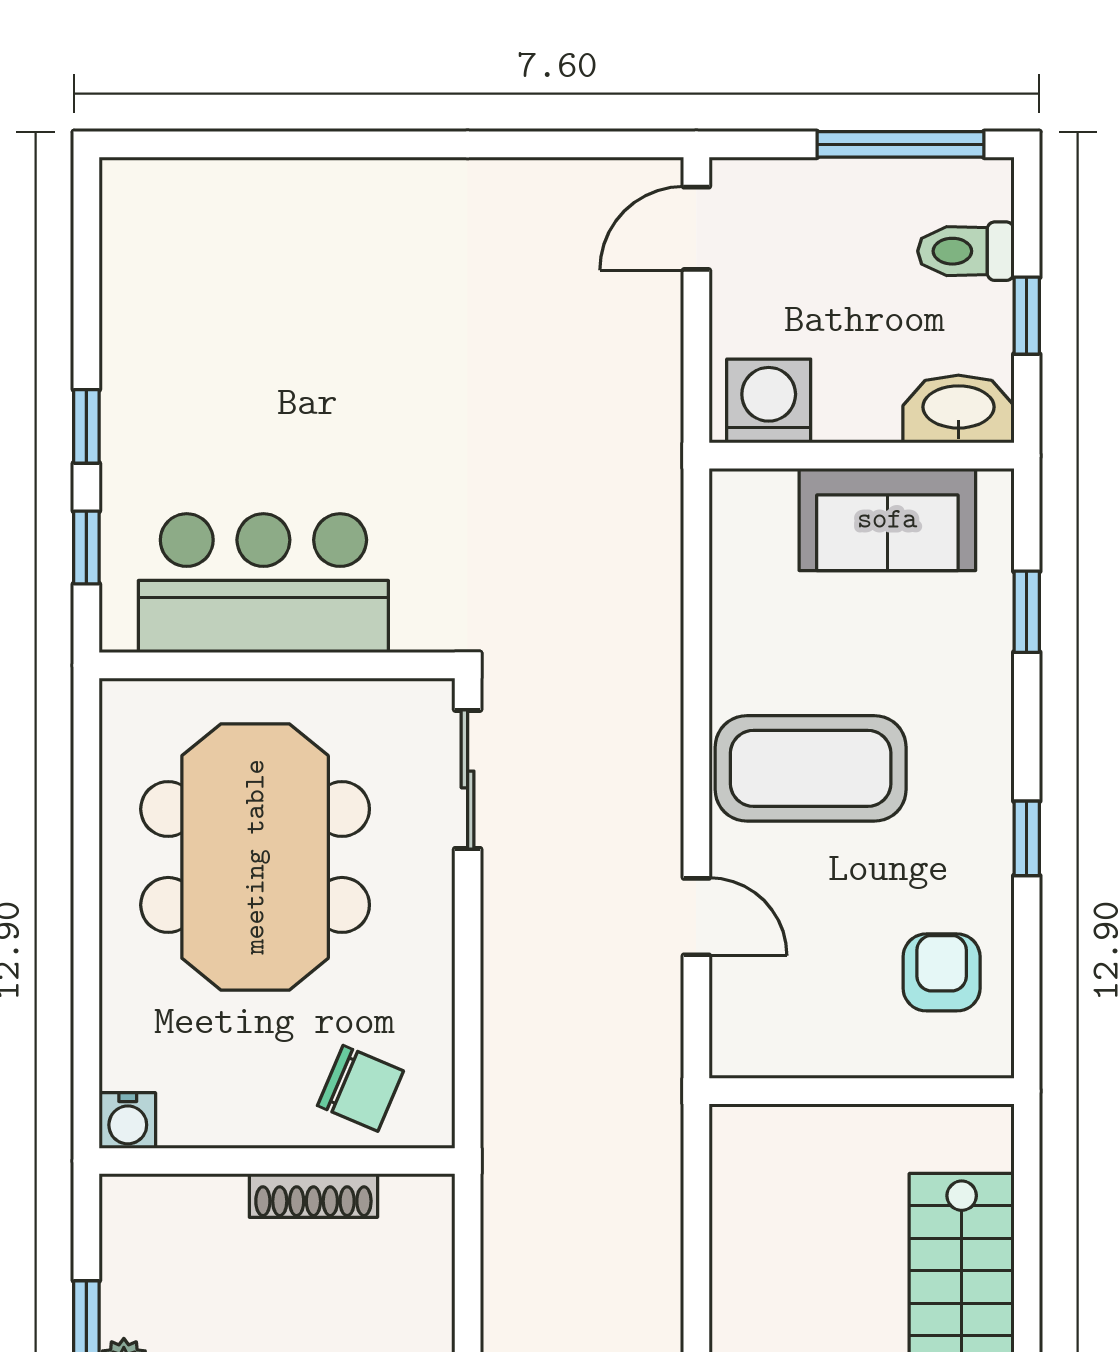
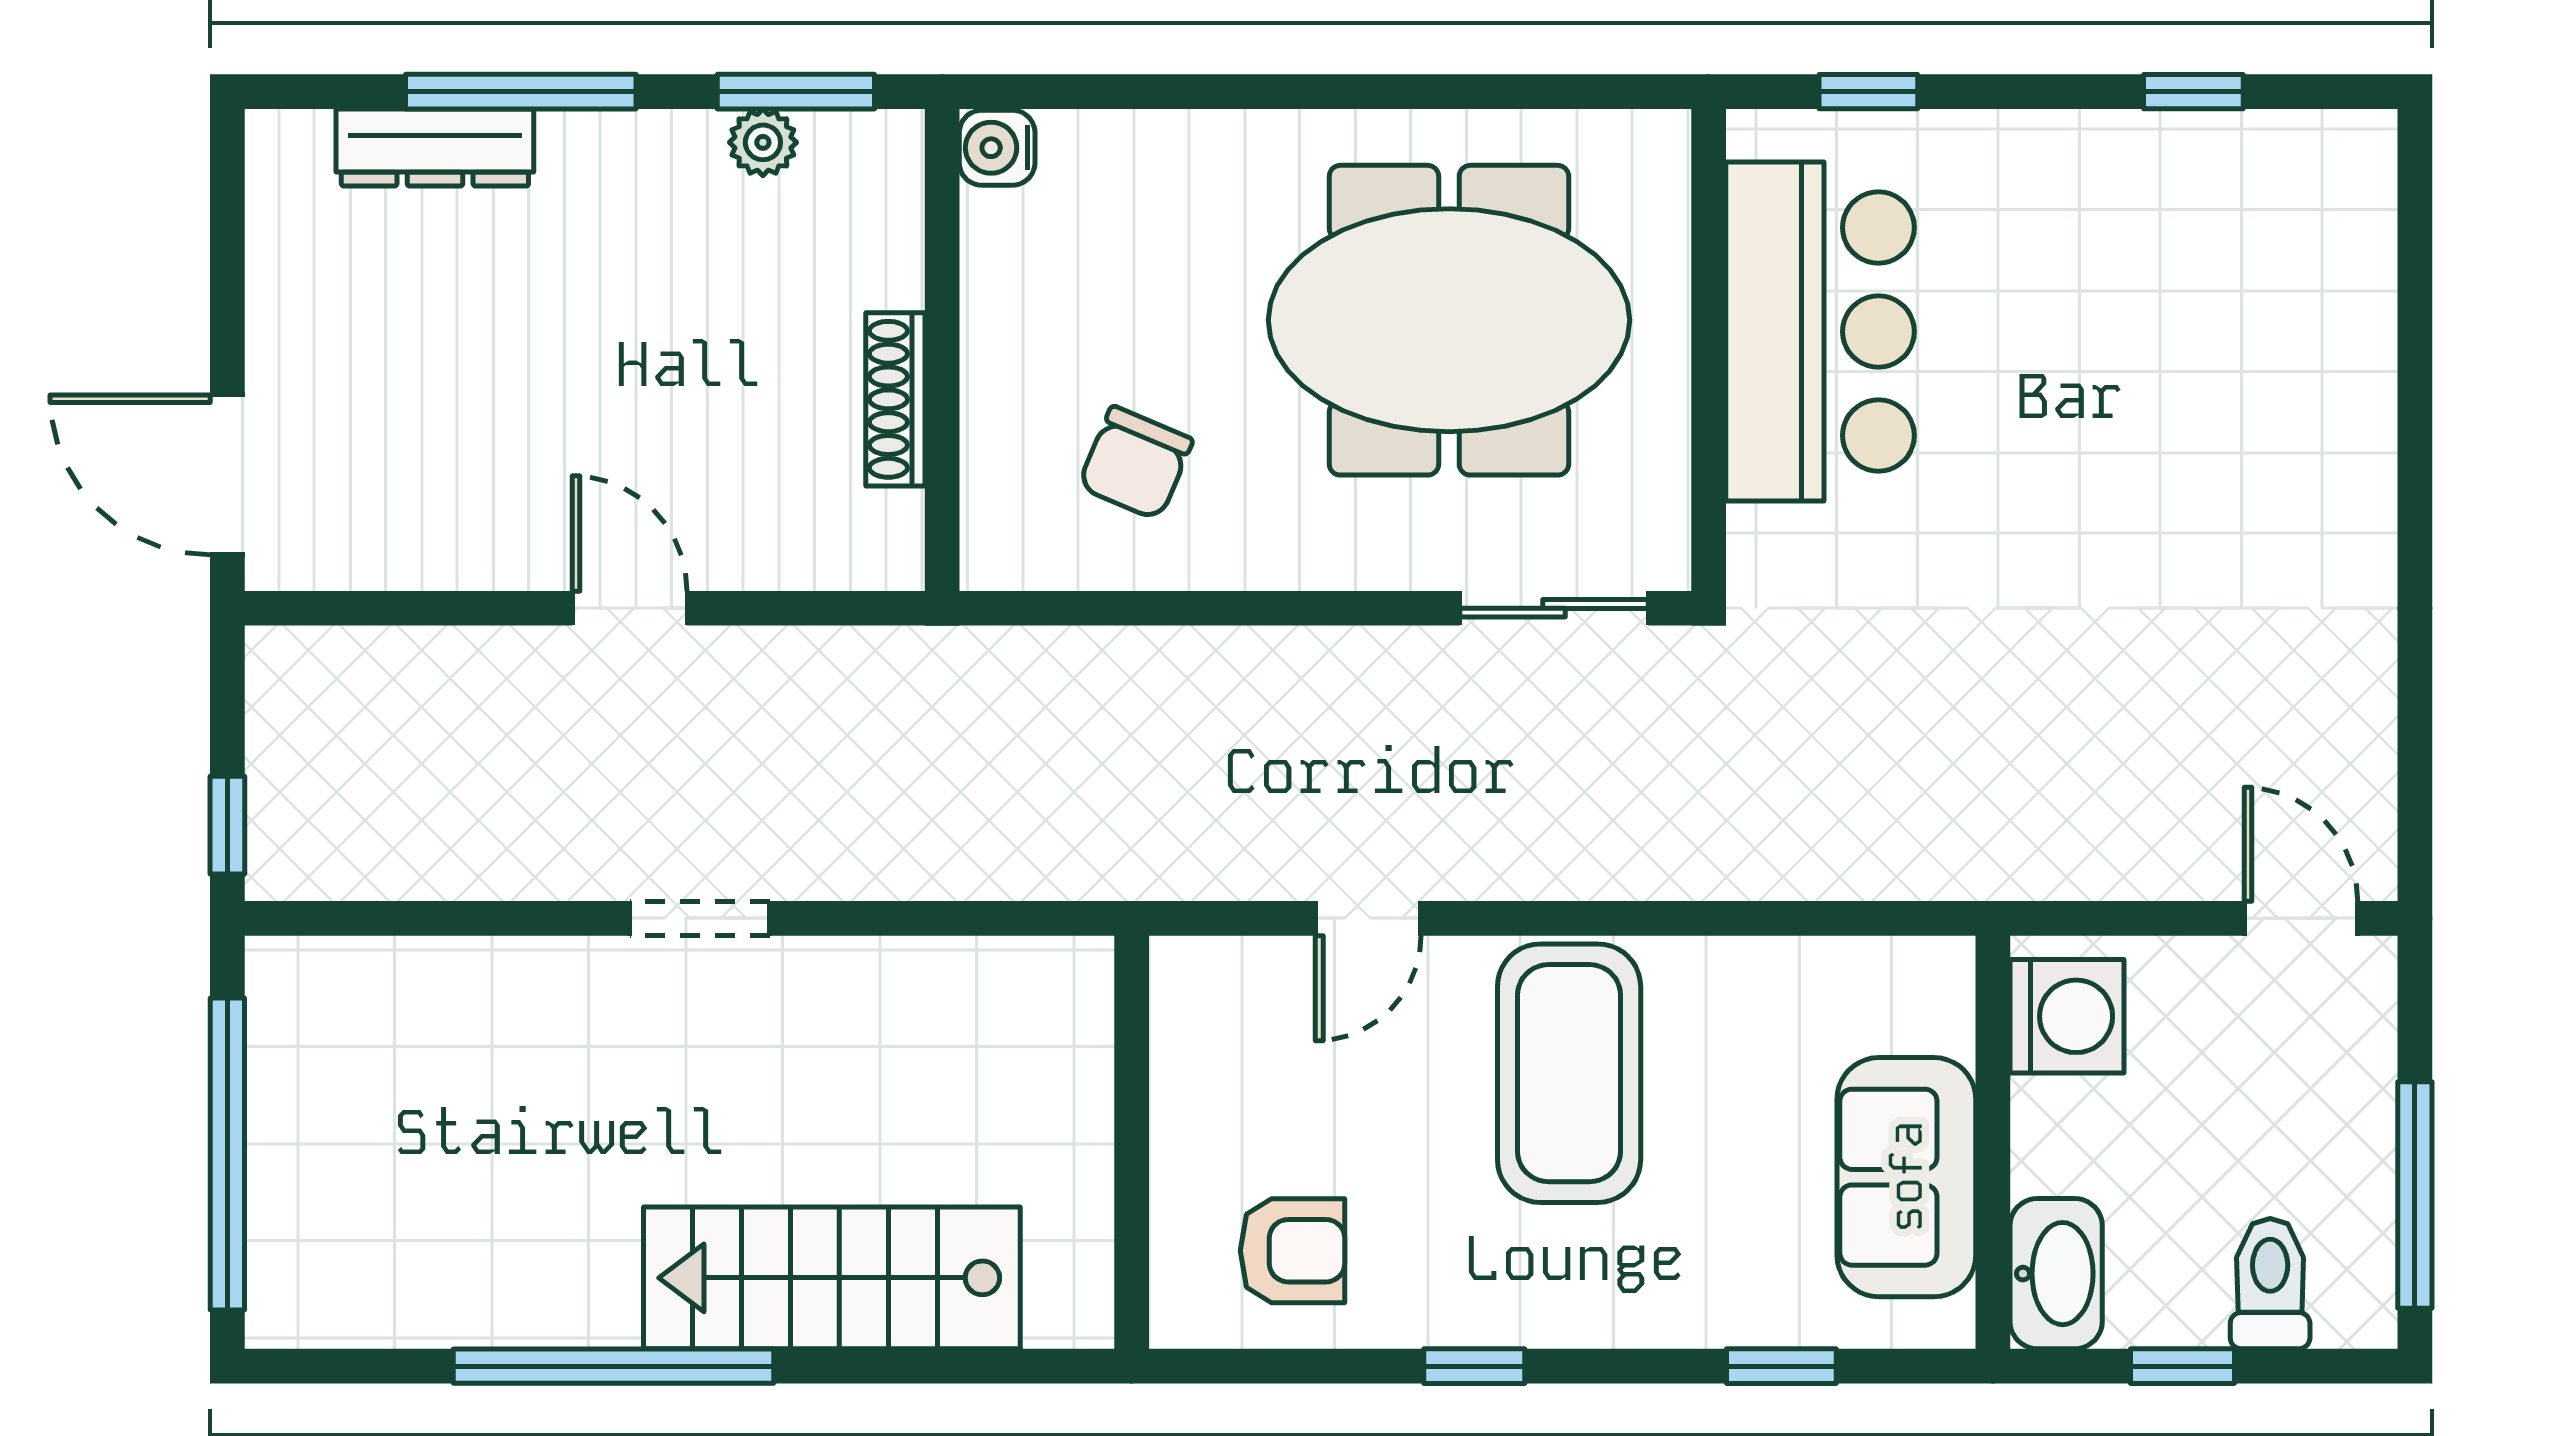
window: (86, 426) -> (2193, 92), moved
water cooler: (128, 1120) -> (997, 148), moved
wall: (277, 1161) -> (942, 350), moved
shoe rack: (313, 1195) -> (895, 399), moved

